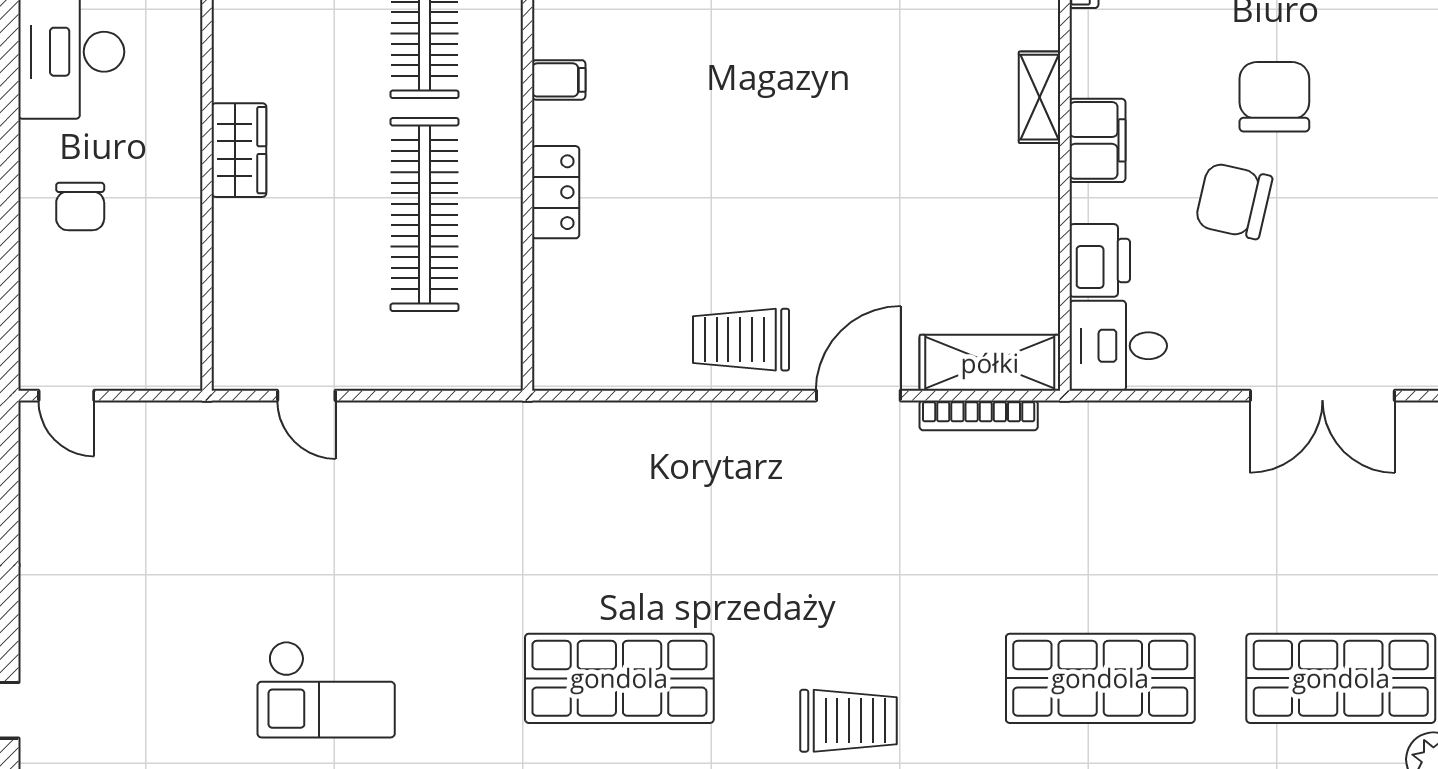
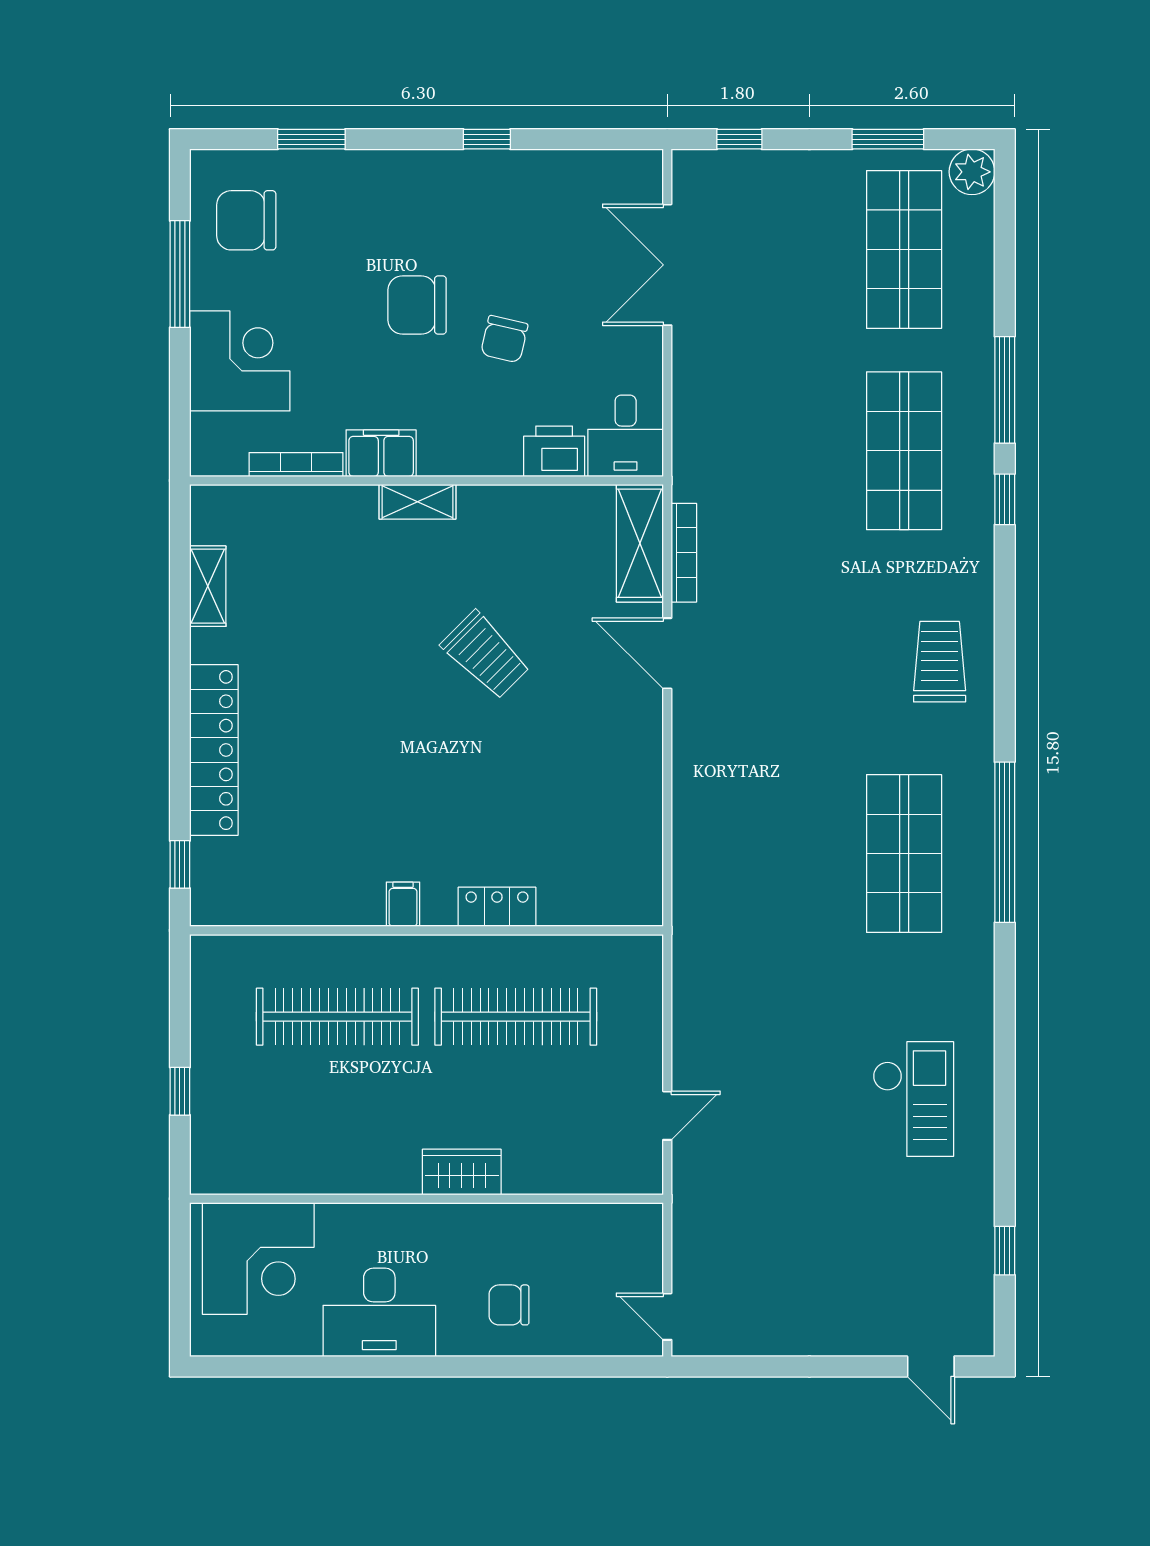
filing cabinet: (1097, 140) -> (381, 453), moved
chair: (1234, 201) -> (504, 339), width x0.73, depth x0.73
chair: (80, 207) -> (509, 1305), turned 180
trolley: (741, 340) -> (486, 655), moved, turned -45
door: (66, 396) -> (667, 1317), swing flipped
double door: (1322, 396) -> (667, 265), swing flipped

